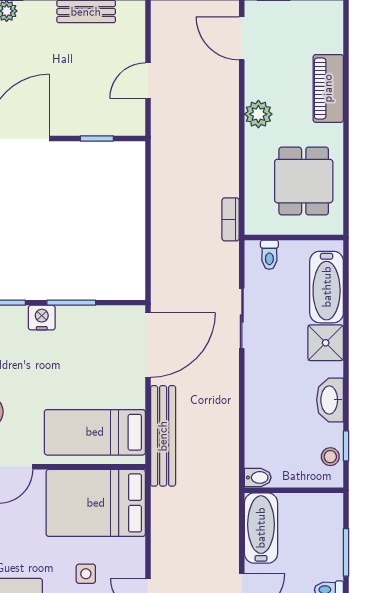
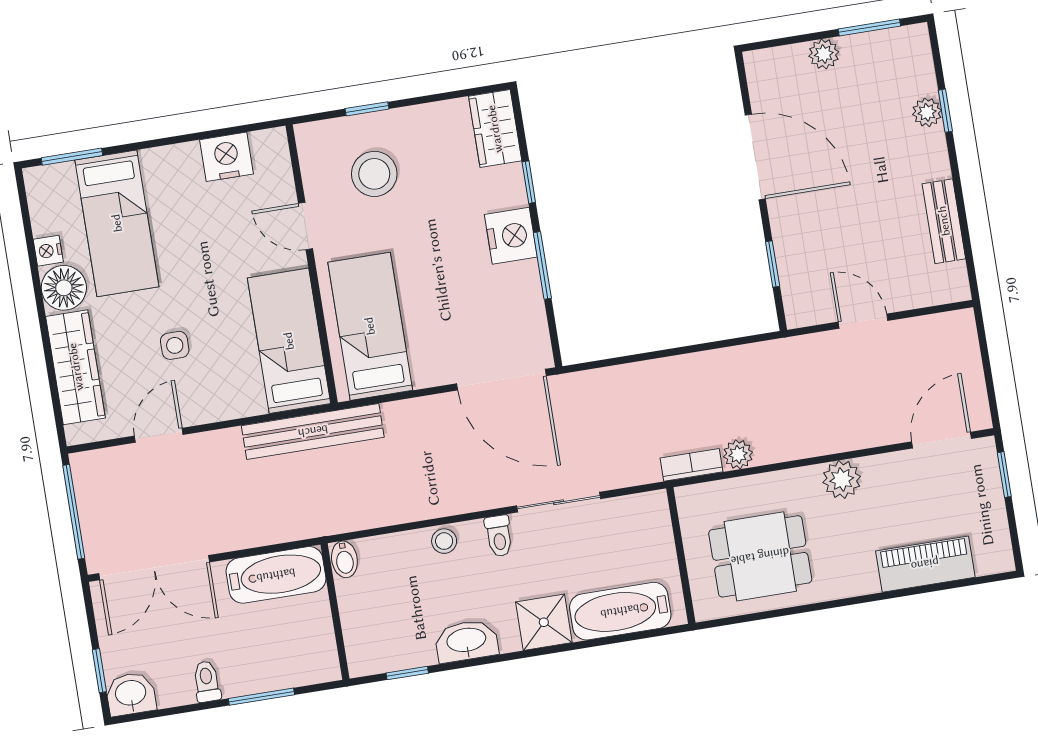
piano: (328, 88) -> (925, 564), moved
plant: (228, 185) -> (738, 454), added
toilet: (269, 255) -> (499, 536), moved, turned -90
nightstand: (42, 318) -> (511, 236), width x1.36, depth x1.33
bench: (163, 436) -> (313, 431), moved
stool: (330, 457) -> (444, 541), moved
bed: (96, 503) -> (289, 341), width x0.67

